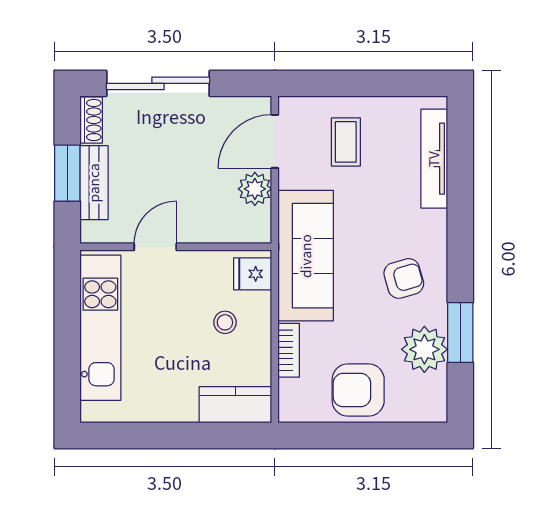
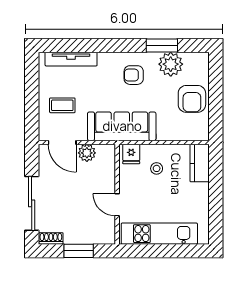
bench: (94, 183) -> (84, 237), removed
armchair: (404, 278) -> (134, 75), turned -74
bookcase: (289, 350) -> (171, 135), removed

